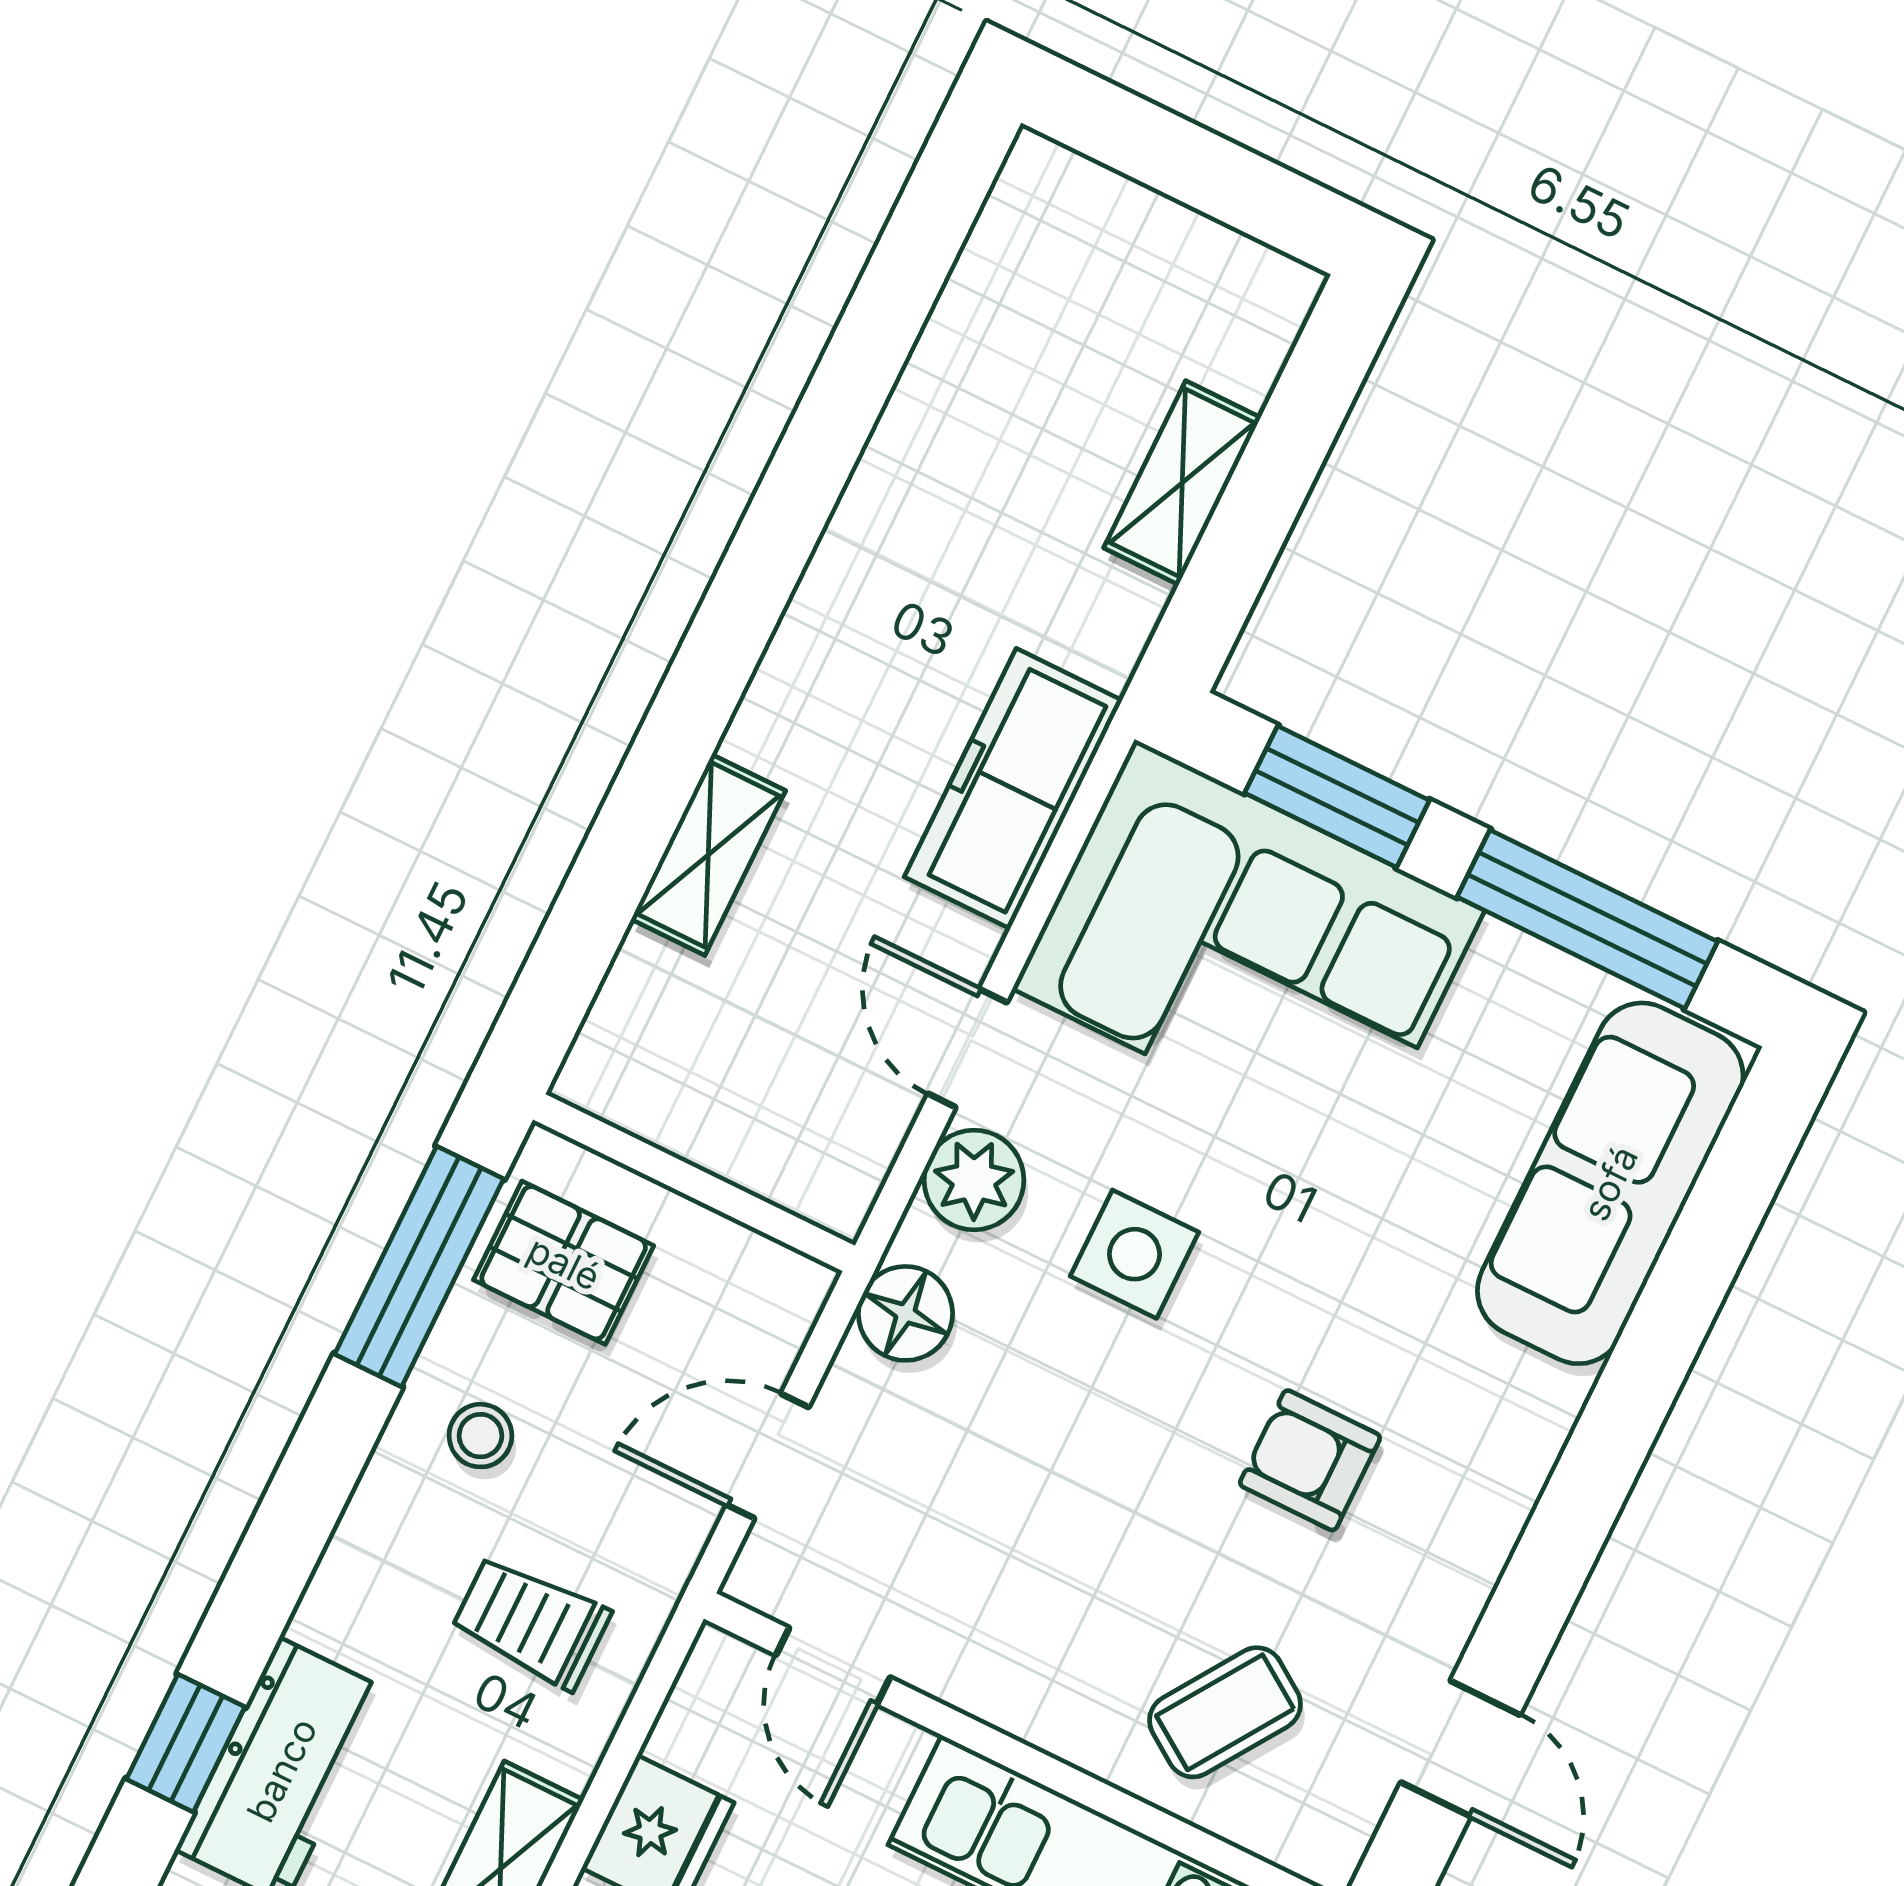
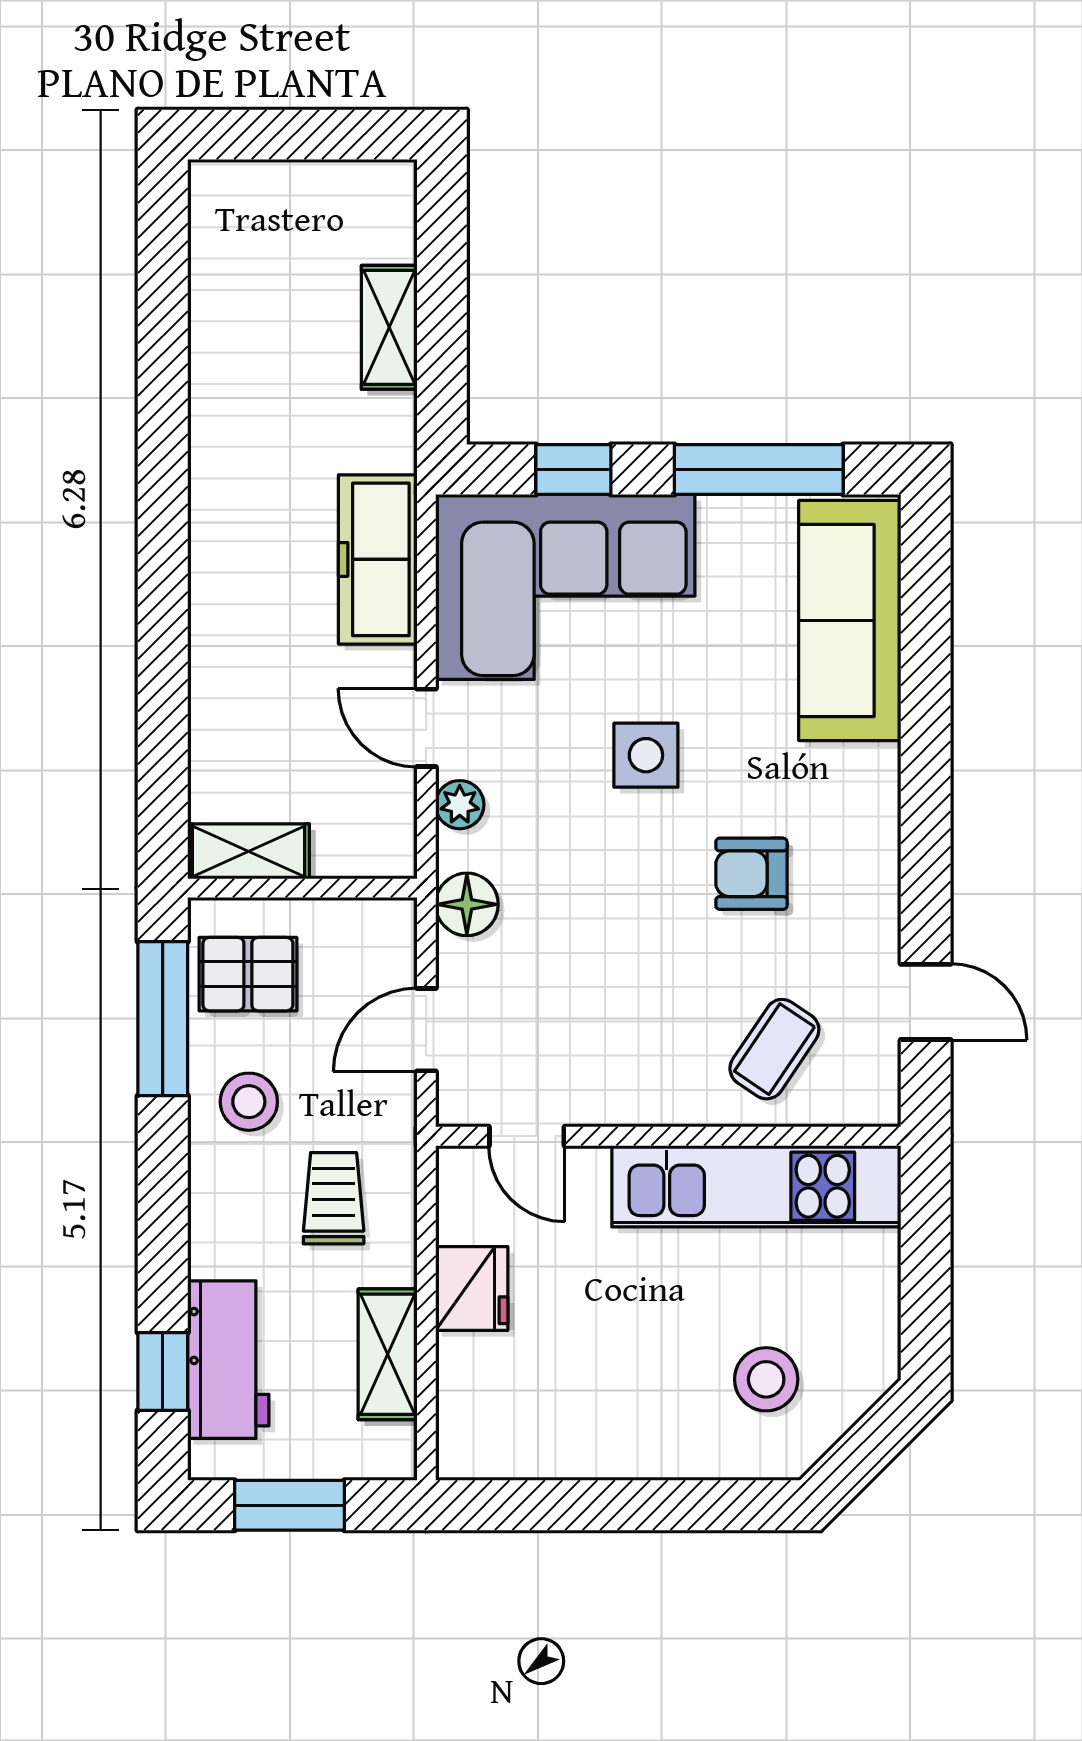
window: (1337, 797) -> (573, 469), width x0.67
shelving: (708, 855) -> (249, 851), moved, turned 90
plant: (974, 1180) -> (460, 805), width x0.73, depth x0.73
side table: (1134, 1254) -> (646, 755), moved
stool: (480, 1436) -> (249, 1102), width x1.37, depth x1.37
trolley: (531, 1622) -> (334, 1198), turned 90

